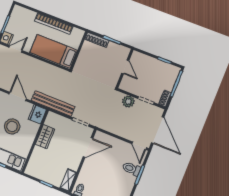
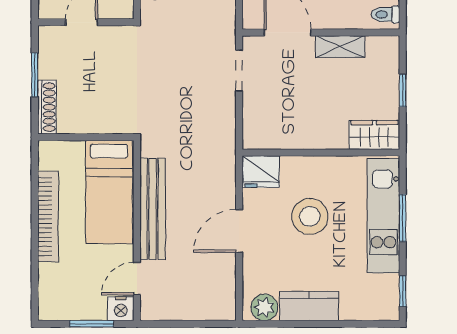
door: (15, 49) -> (137, 279), hinge flipped
bench: (53, 104) -> (153, 209), moved
wardrobe: (45, 137) -> (374, 135), moved
shelving: (68, 180) -> (340, 47), moved

